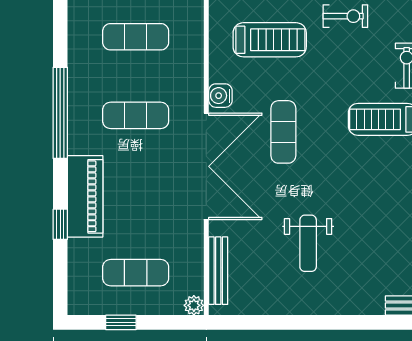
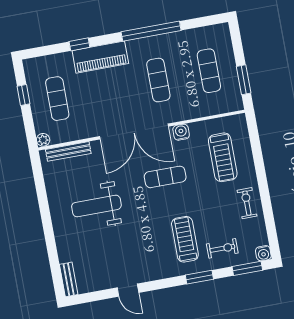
exercise bike: (345, 16) -> (247, 203), turned 180
weight bench: (308, 243) -> (96, 206), width x1.36, depth x1.33

